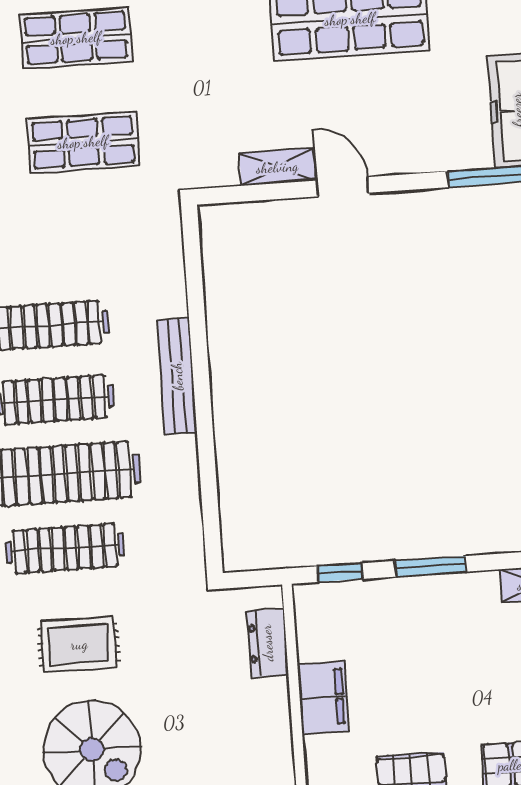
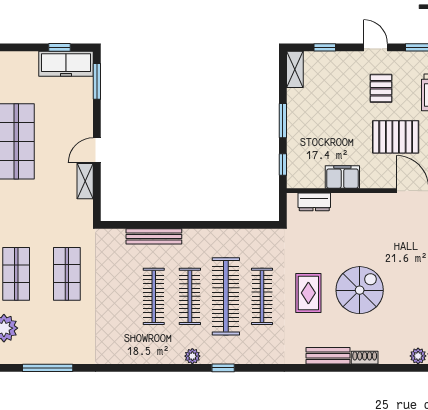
bench: (177, 376) -> (154, 236), moved

